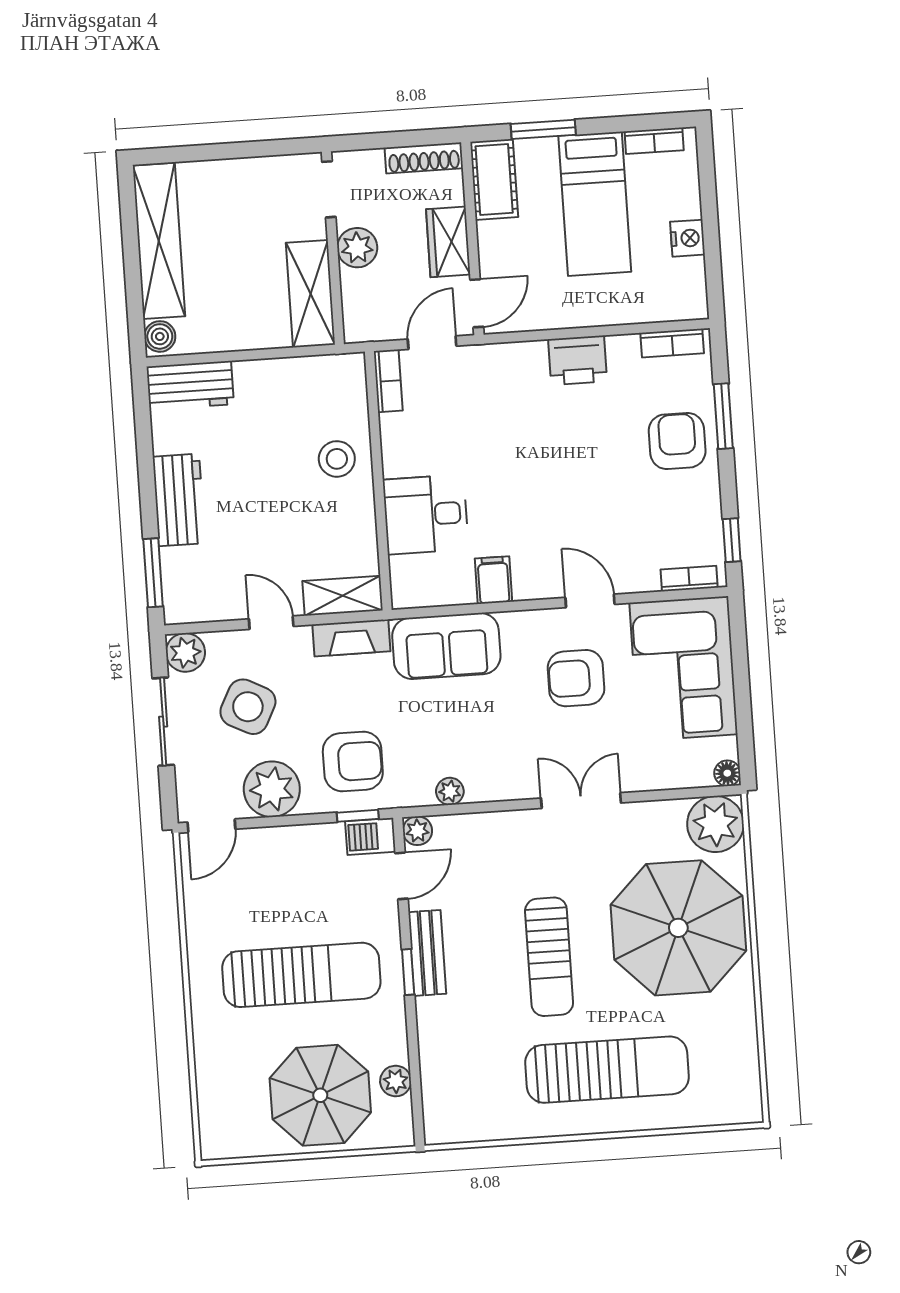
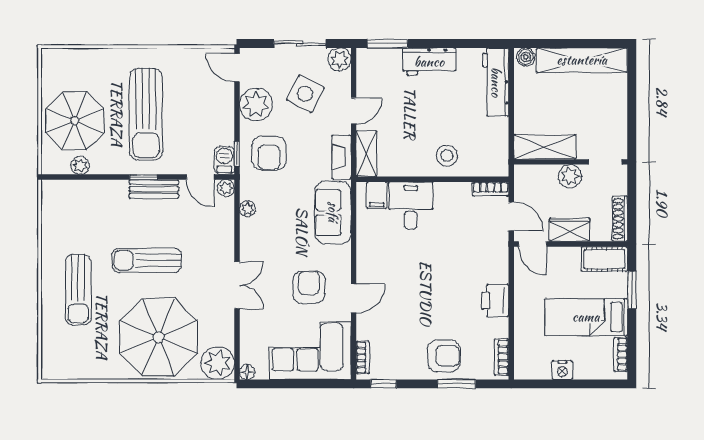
workbench: (190, 385) -> (496, 82), width x1.38
filing cabinet: (493, 580) -> (377, 195), moved, turned 90
sun lounger: (607, 1070) -> (78, 290), width x0.73, depth x0.75

